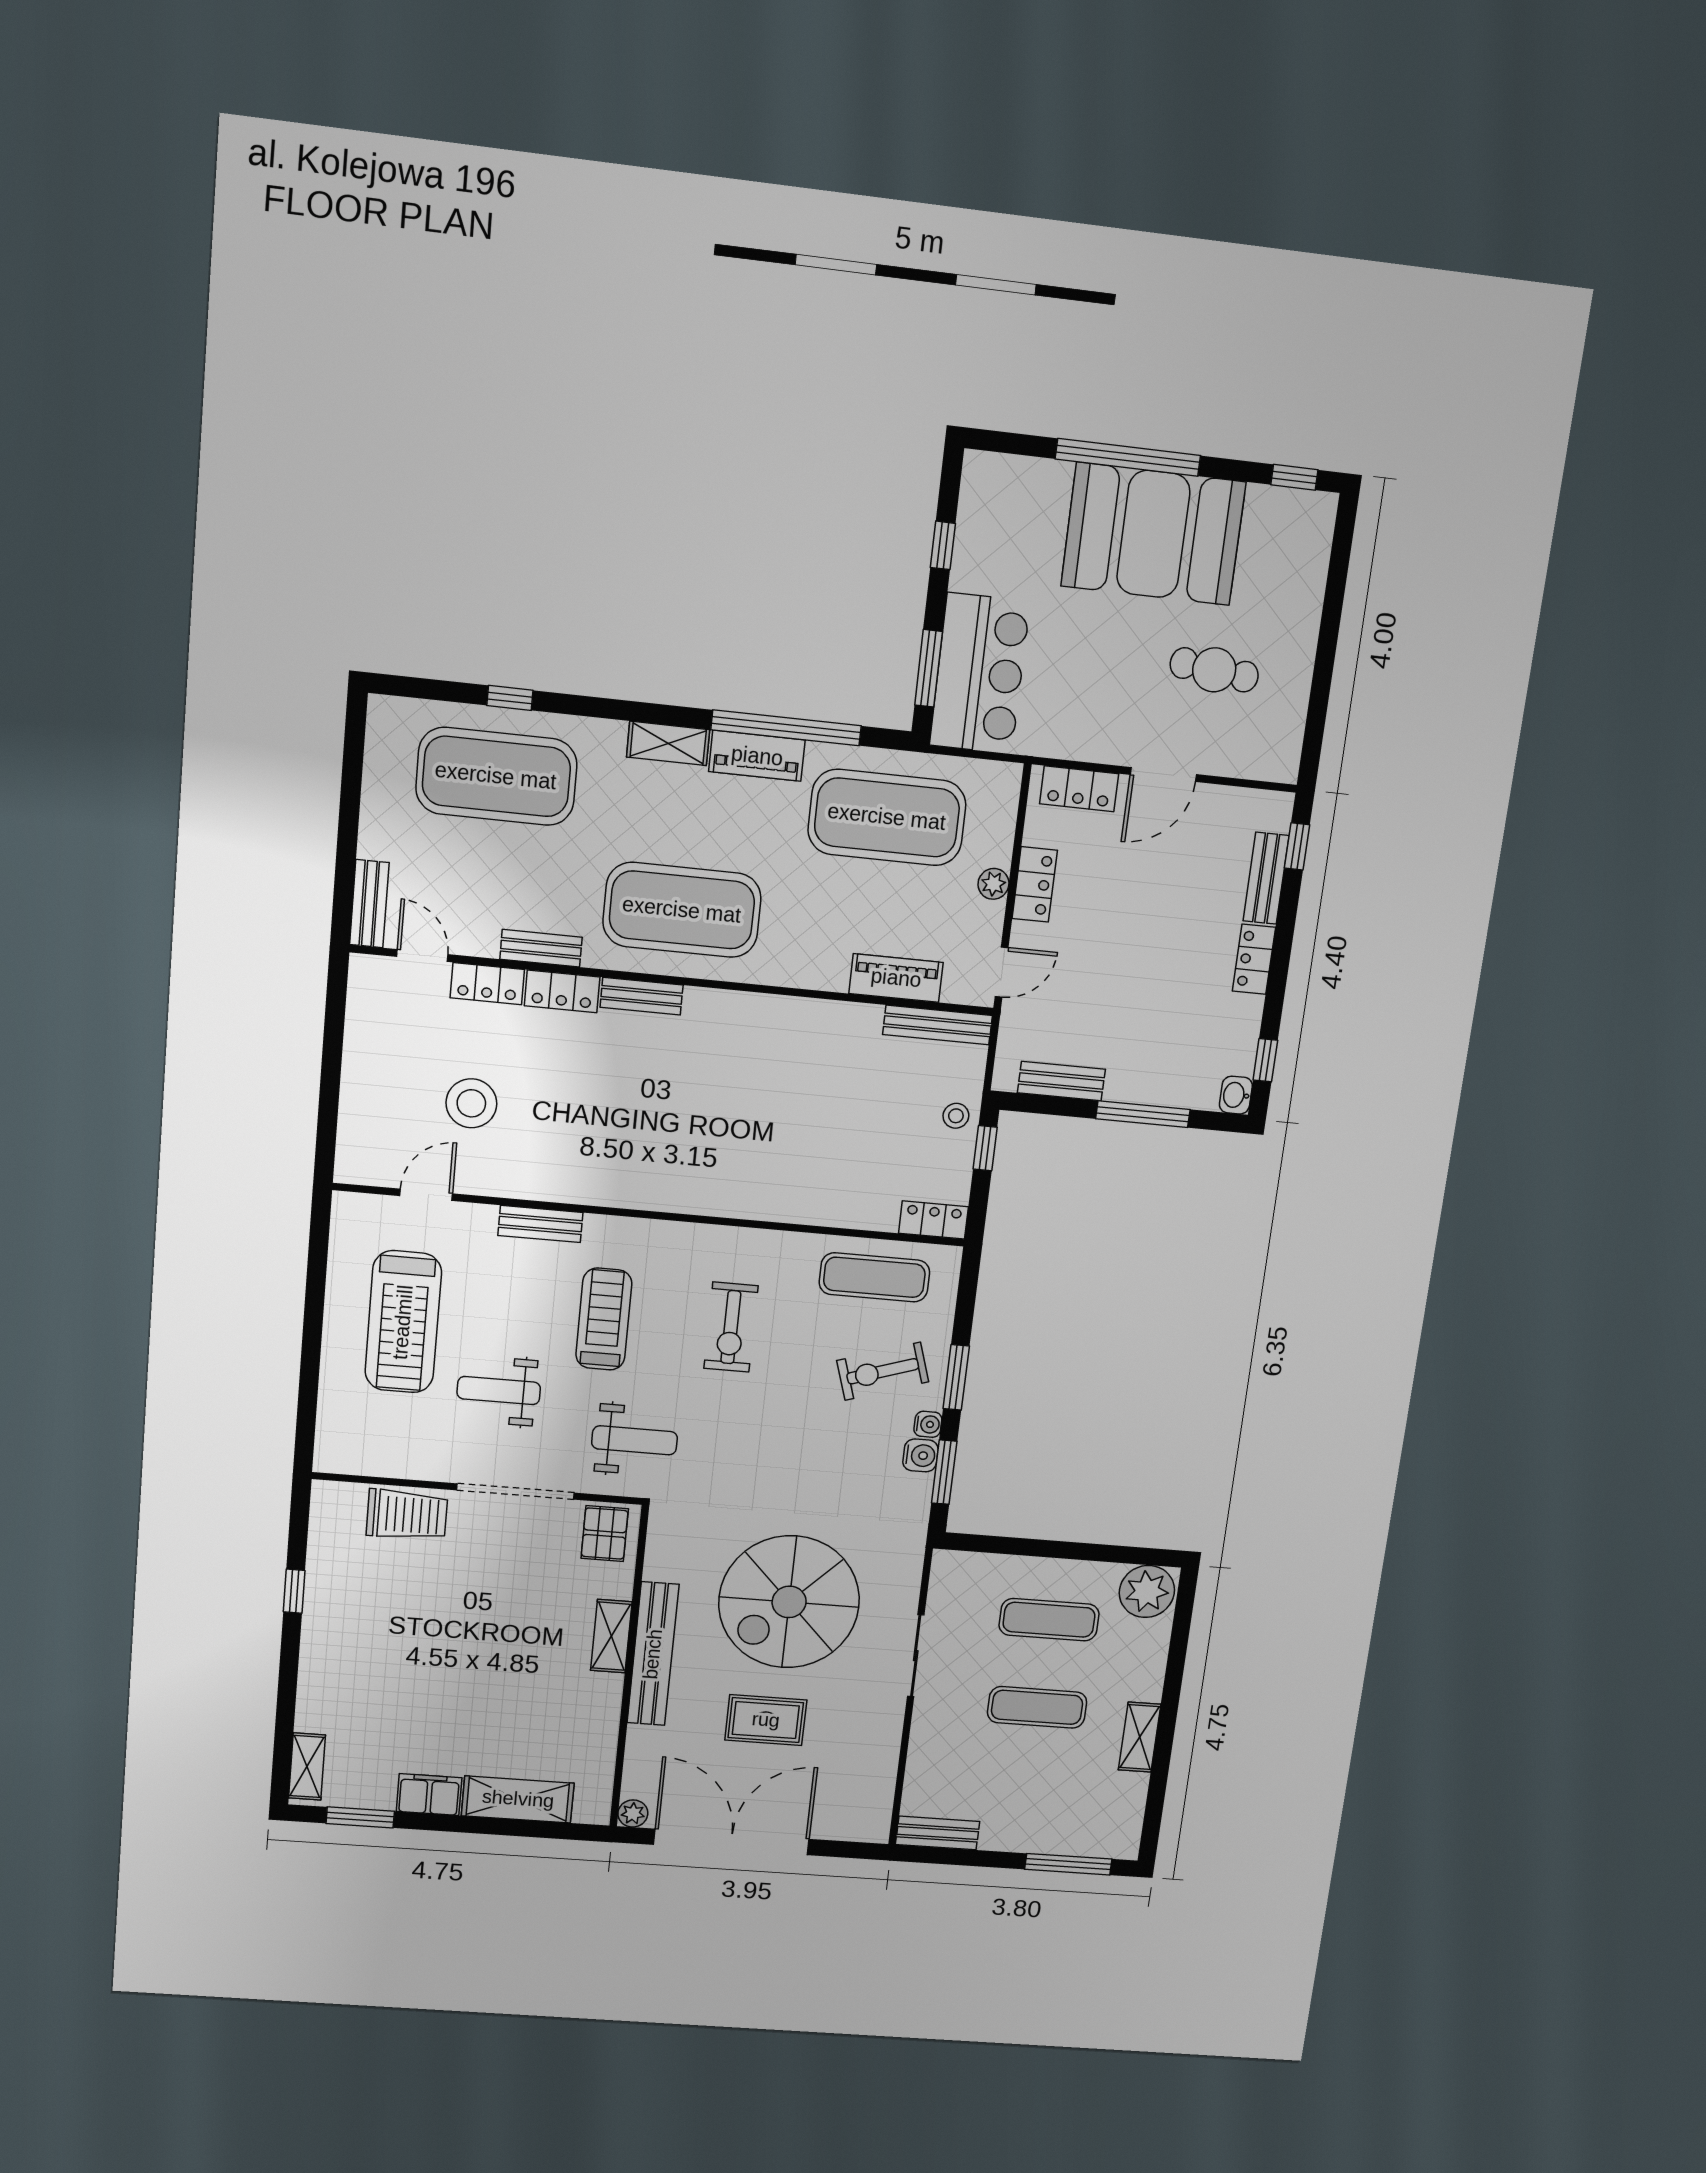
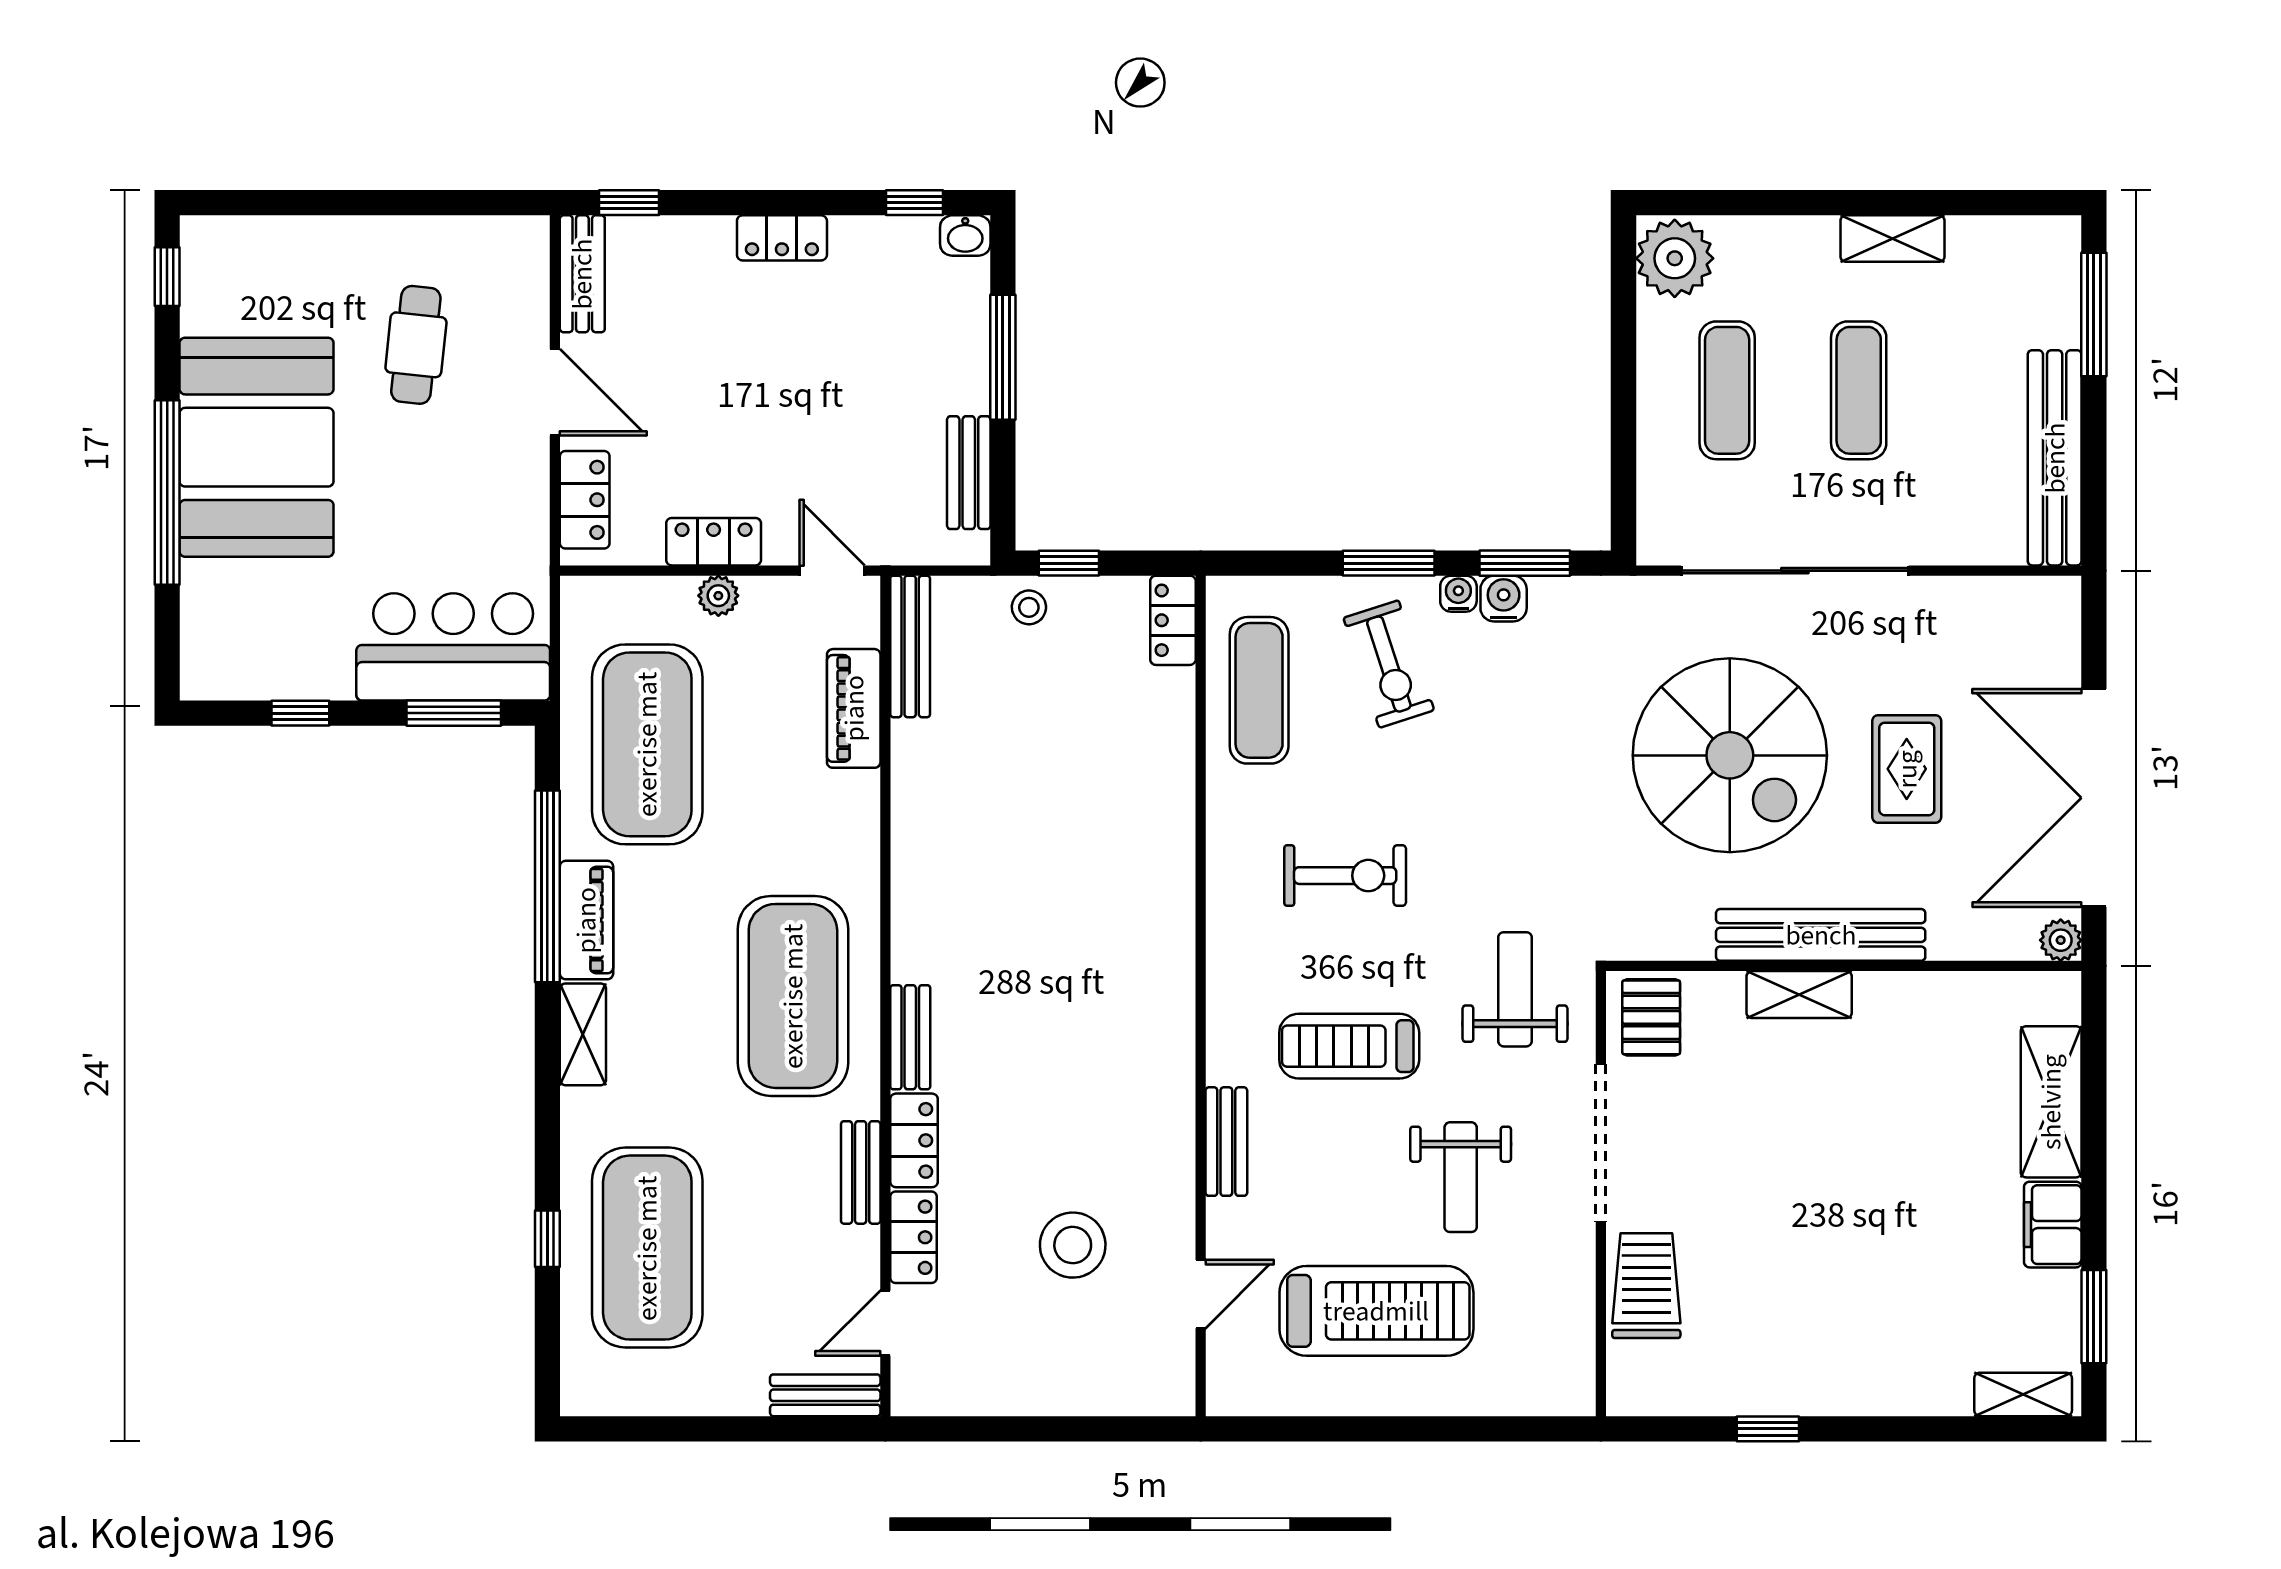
bench: (1266, 878) -> (582, 274), moved, turned 90
door: (426, 1195) -> (1201, 1294), swing flipped
pallet: (605, 1534) -> (1651, 1017), turned 90
sliding door: (916, 1656) -> (1795, 571), width x1.86
bench: (938, 1833) -> (2055, 458), width x1.86, depth x1.21

